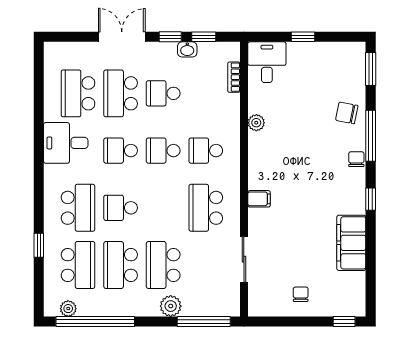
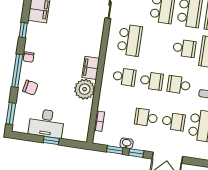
desk: (267, 62) -> (46, 123), moved, width x1.37
school desk: (121, 93) -> (173, 122), width x0.54
school desk: (163, 93) -> (146, 118), turned 180
plant: (256, 123) -> (85, 89), width x1.87, depth x1.87
school desk: (121, 151) -> (179, 85), turned 180
filing cabinet: (259, 199) -> (91, 68), moved, width x2.00

